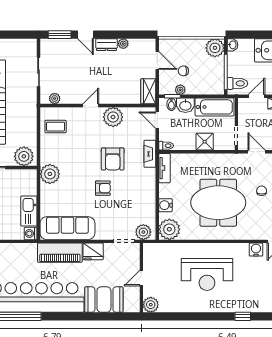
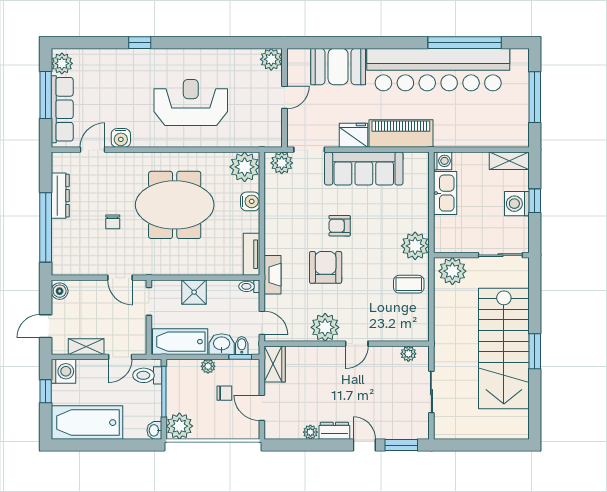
plant: (180, 90) -> (208, 366), moved
coffee table: (56, 127) -> (409, 284), moved
sofa: (67, 228) -> (364, 168), moved

